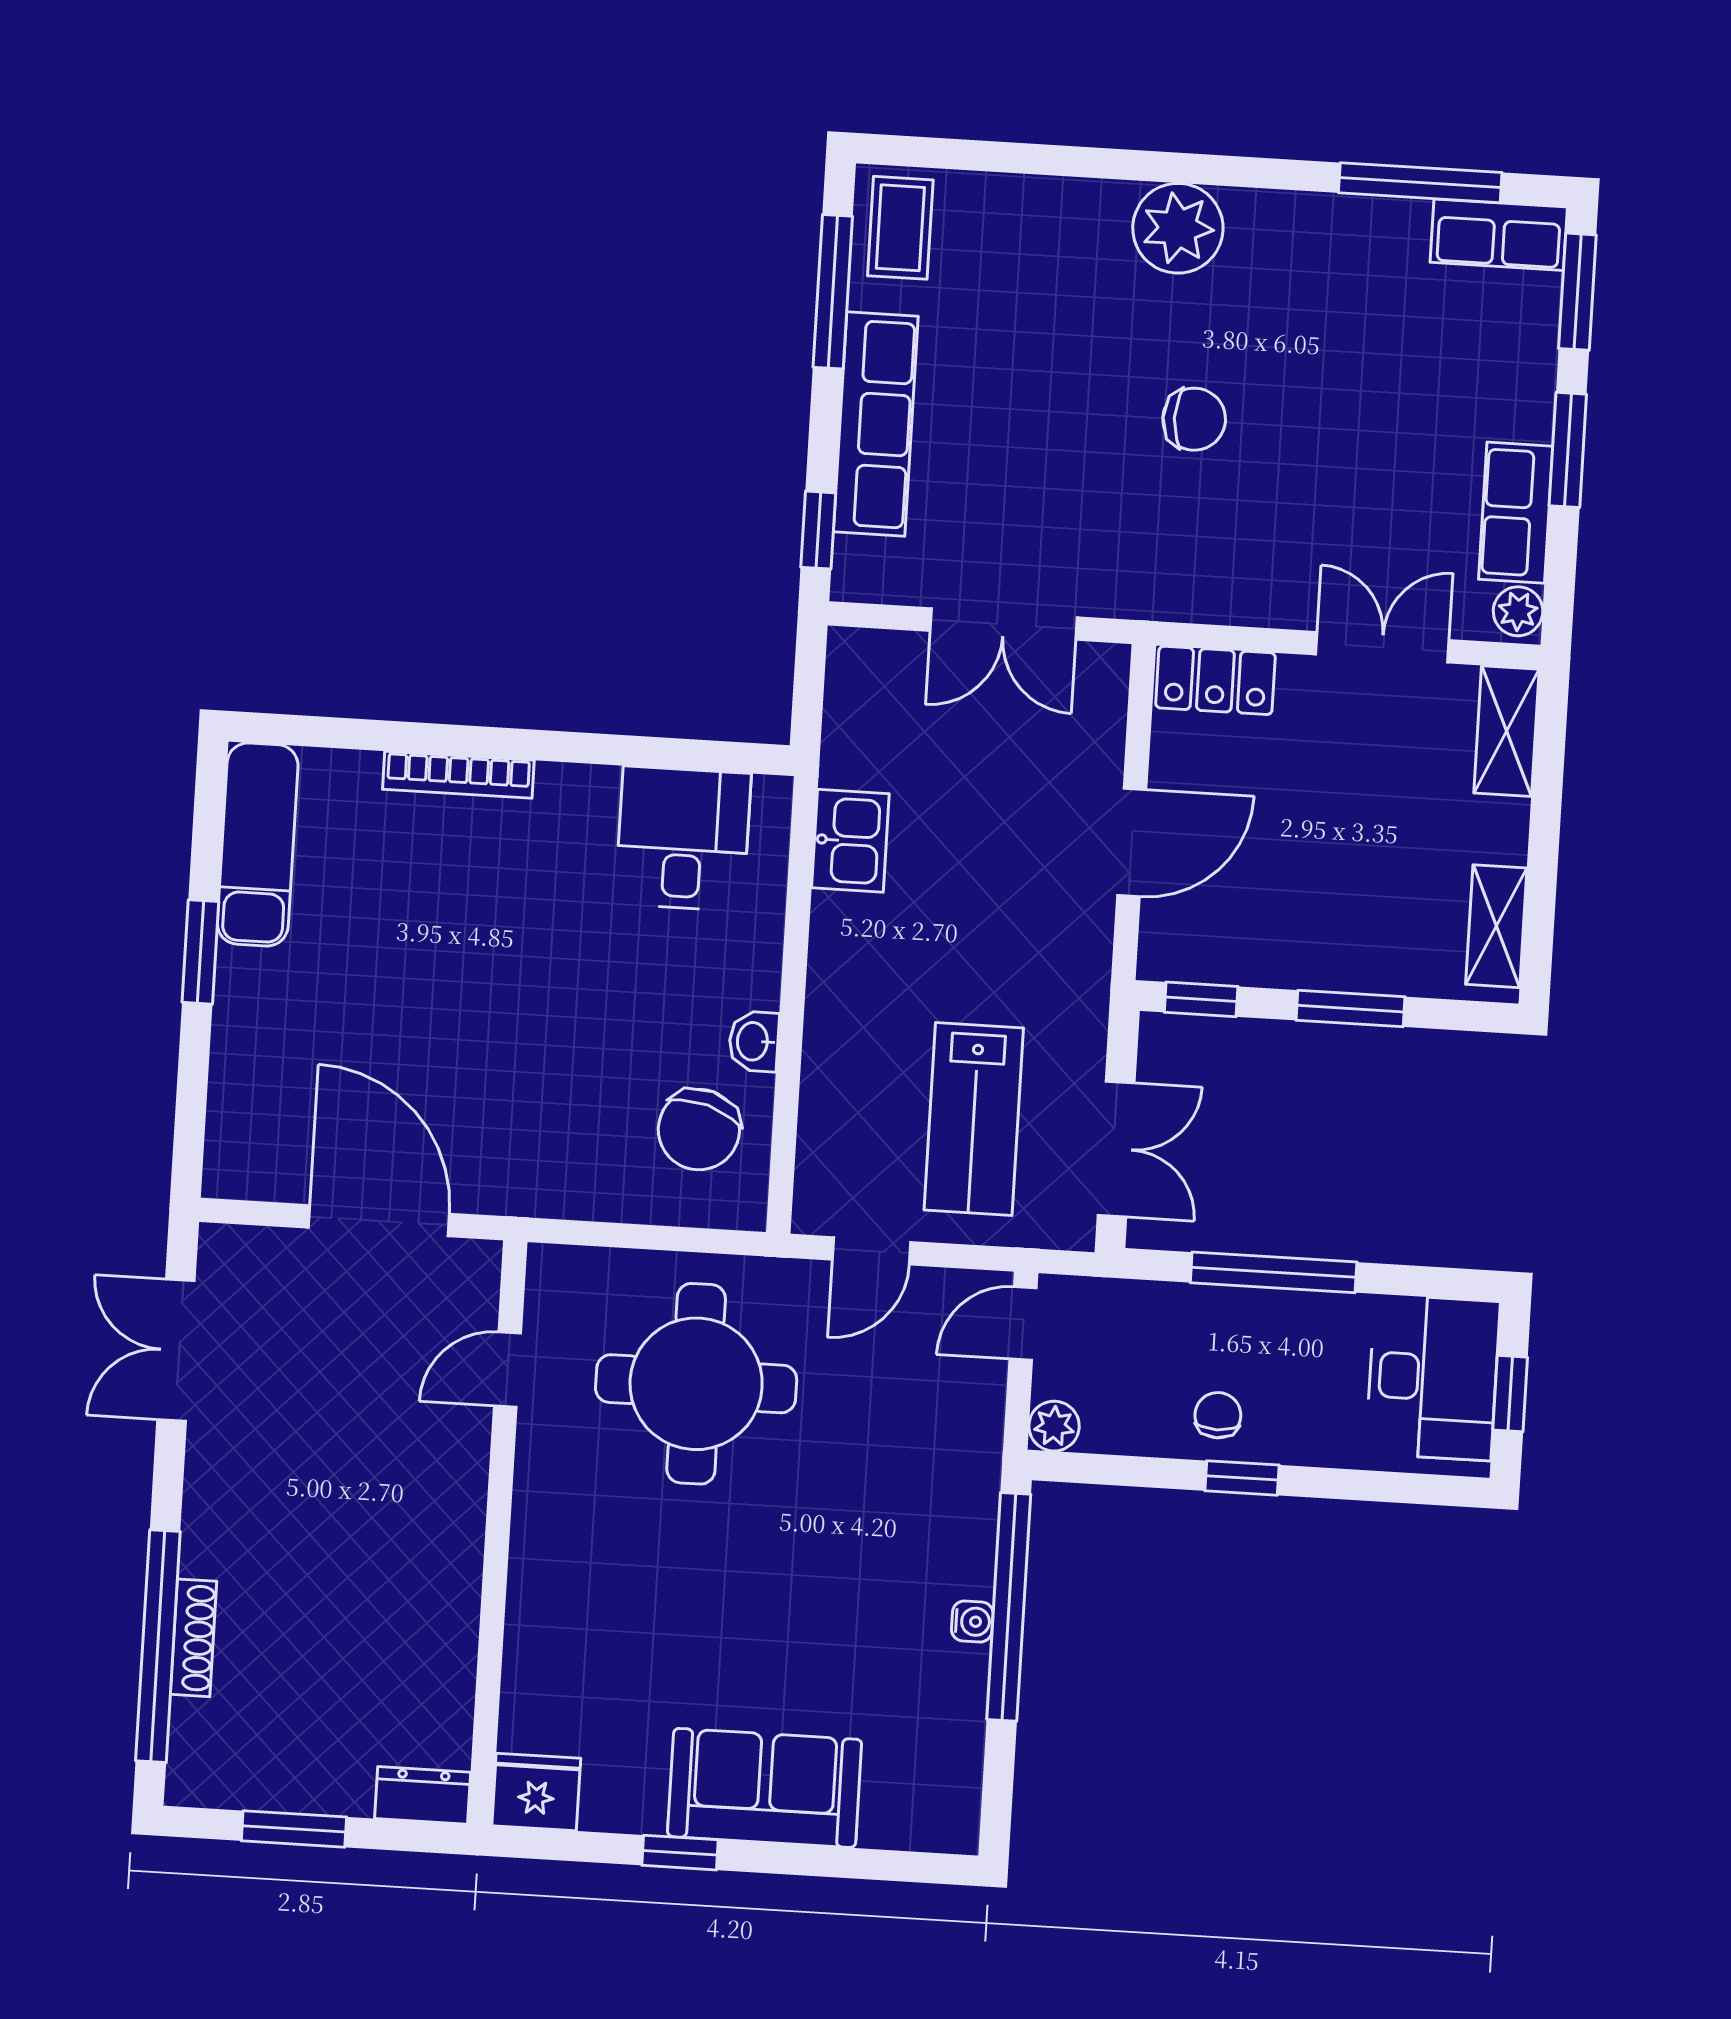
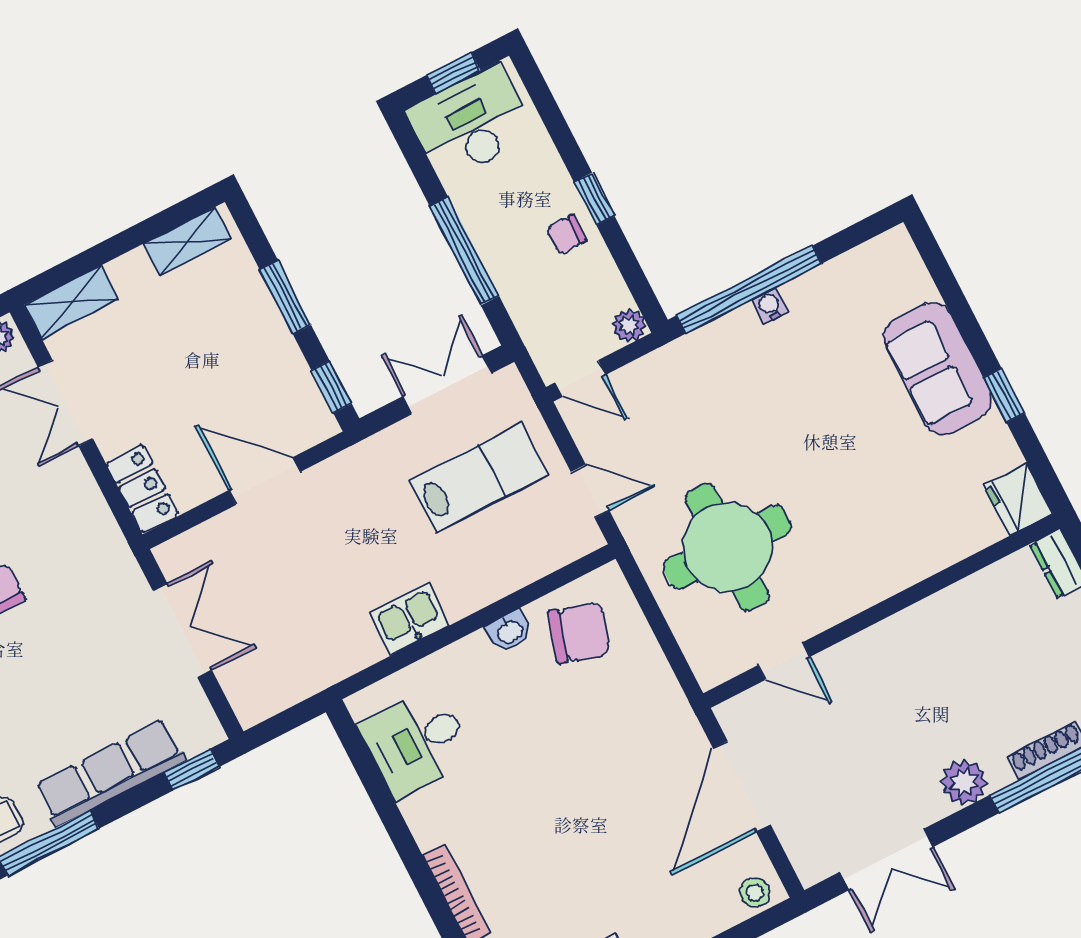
kitchen sink: (850, 841) -> (409, 619), moved
stool: (234, 1157) -> (755, 893), added
plant: (216, 1508) -> (964, 782), added

